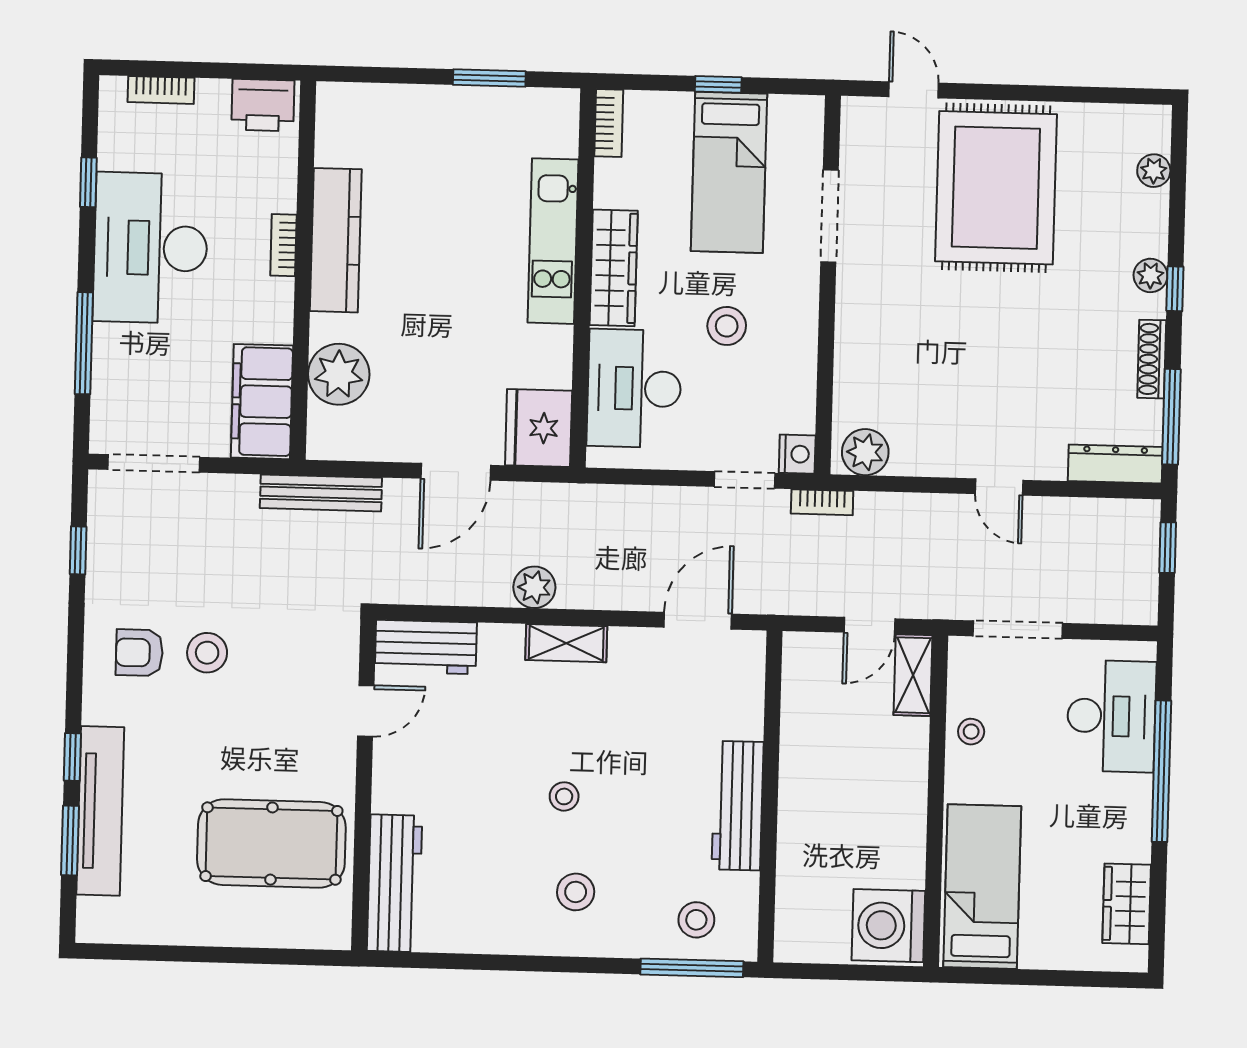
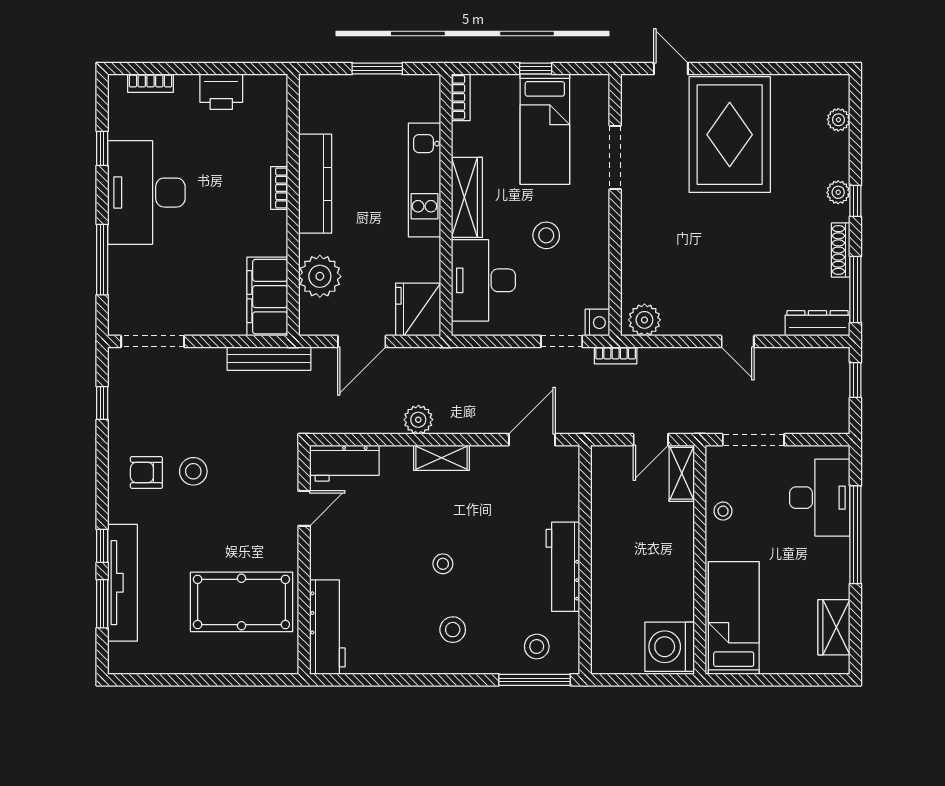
kitchen counter: (336, 240) -> (315, 184), moved
bookcase: (283, 245) -> (279, 188), moved
wall: (303, 270) -> (293, 205), moved
plant: (339, 374) -> (320, 276), moved
filing cabinet: (262, 402) -> (267, 297), moved

